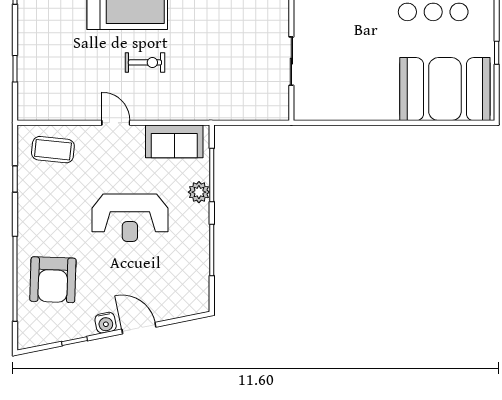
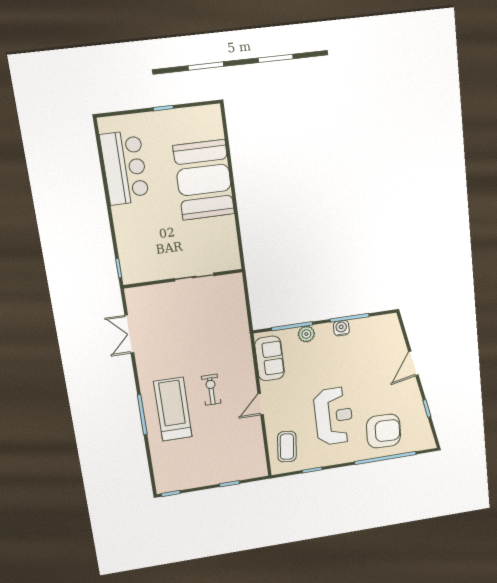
booth: (445, 89) -> (204, 180), moved
reception desk: (130, 218) -> (334, 416), moved
water cooler: (106, 323) -> (341, 328), moved, turned -79

